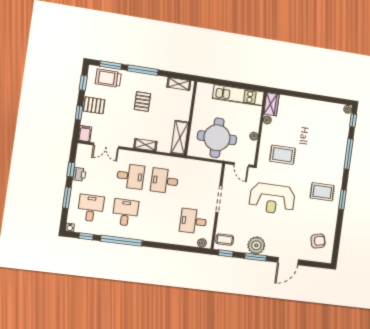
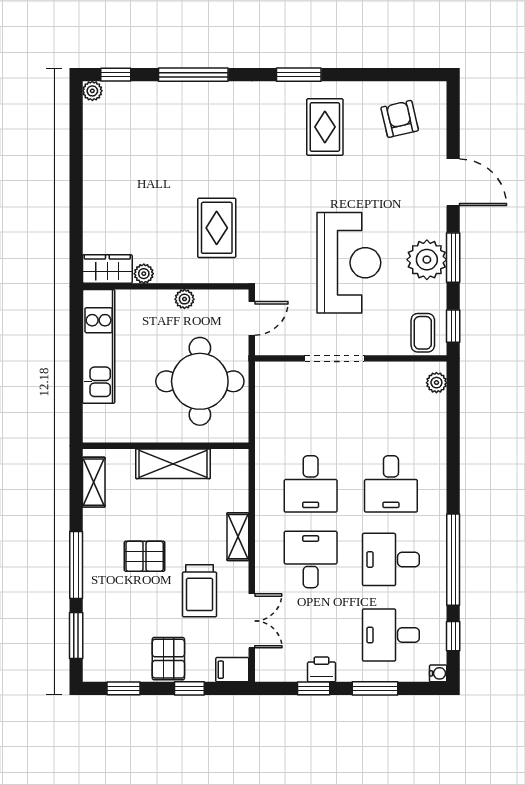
trolley: (108, 78) -> (200, 591), moved
shelving: (180, 138) -> (173, 464), moved
rug: (322, 192) -> (325, 127), moved
reception desk: (272, 199) -> (349, 263), moved
desk: (193, 221) -> (391, 484), moved

